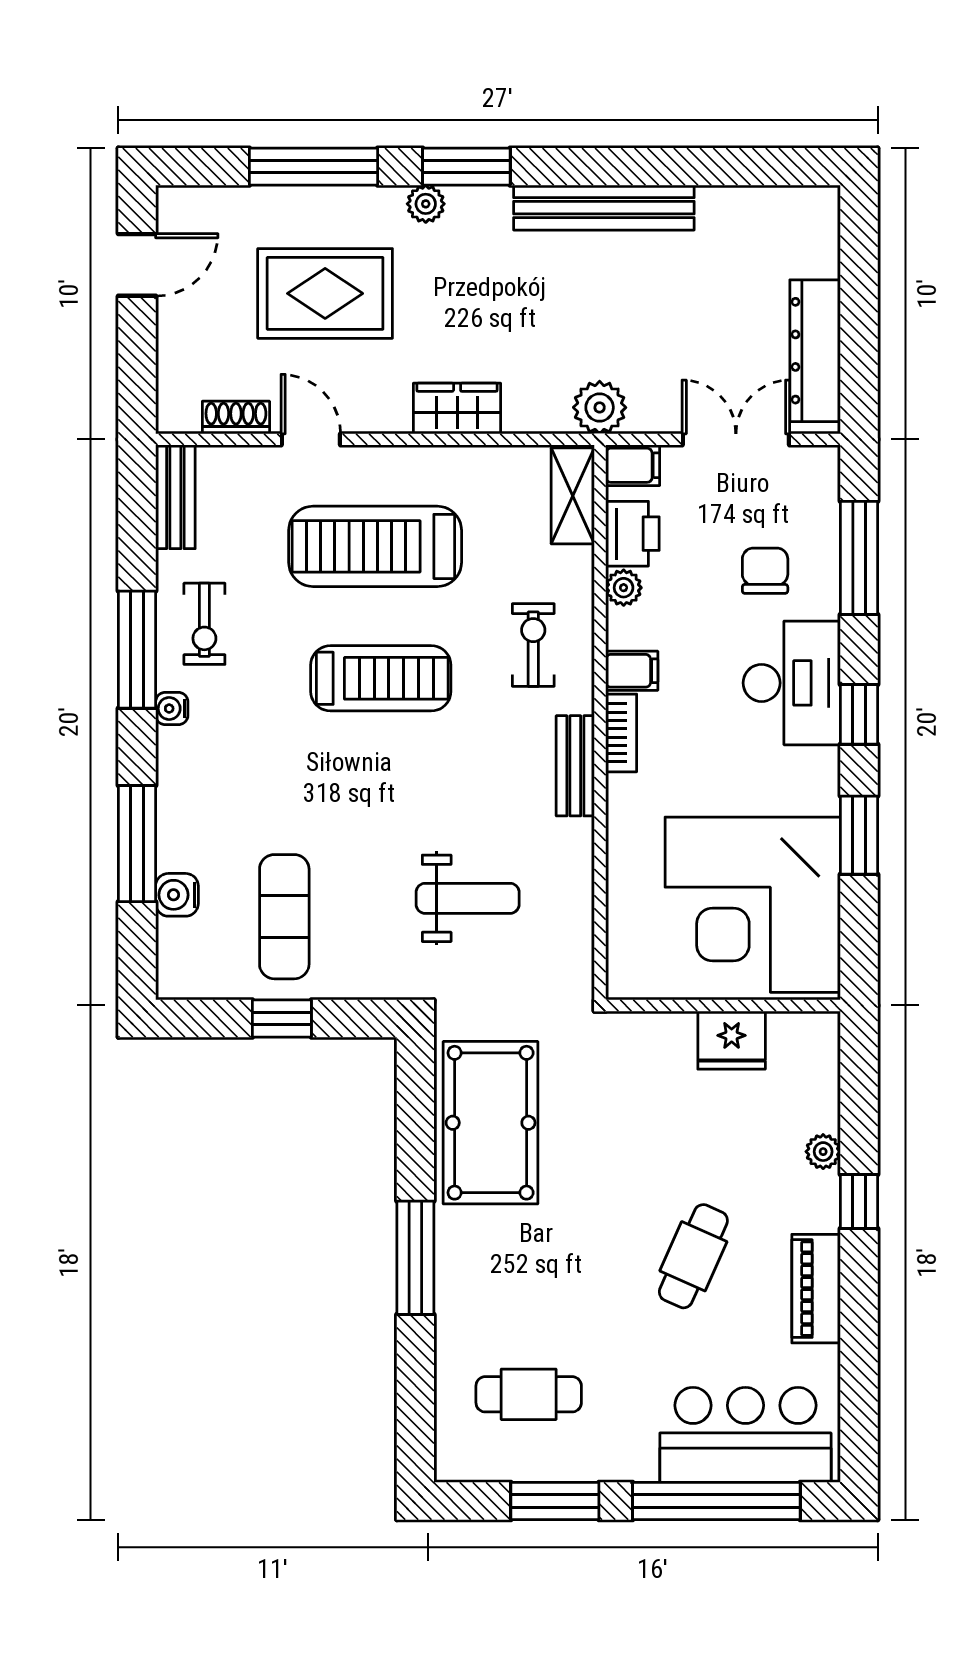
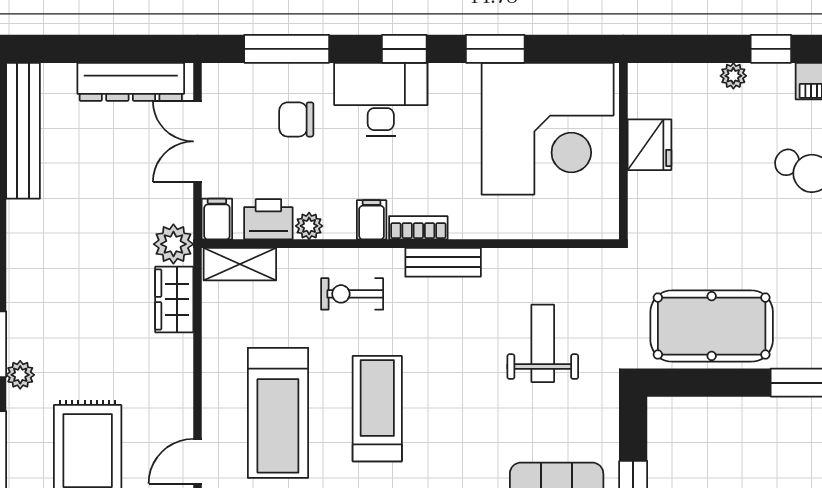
bench: (604, 208) -> (23, 131), moved
wardrobe: (457, 409) -> (174, 299), moved

